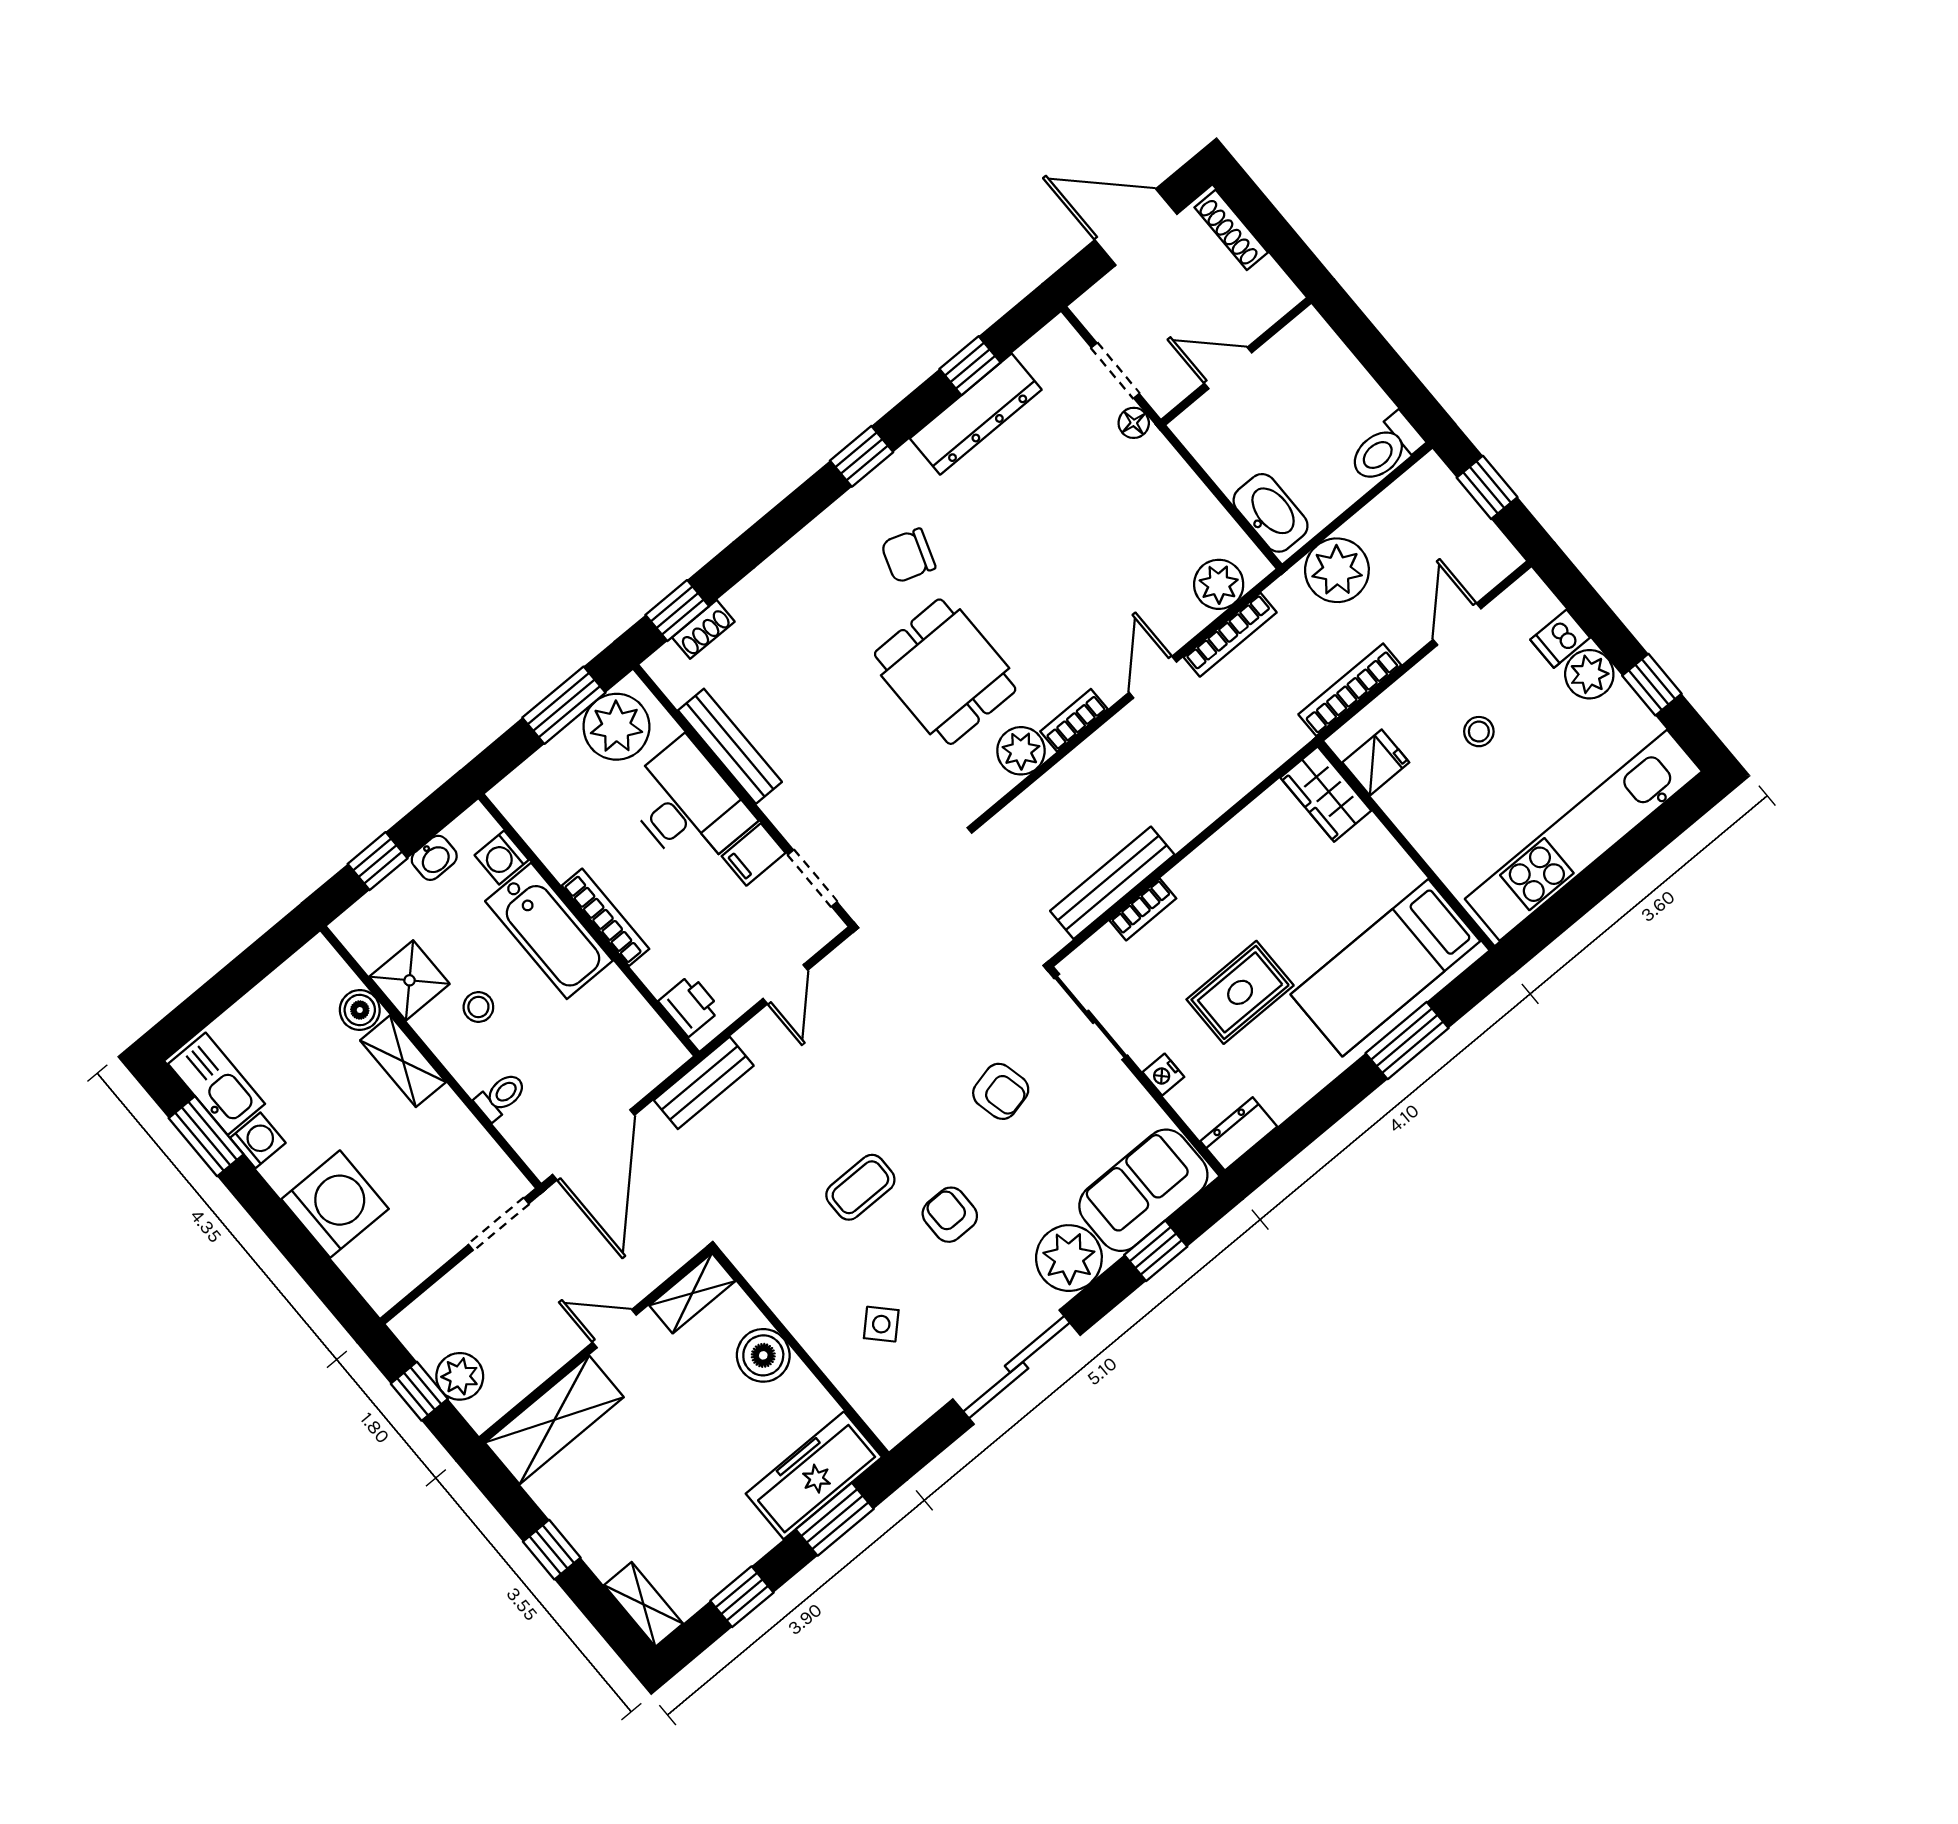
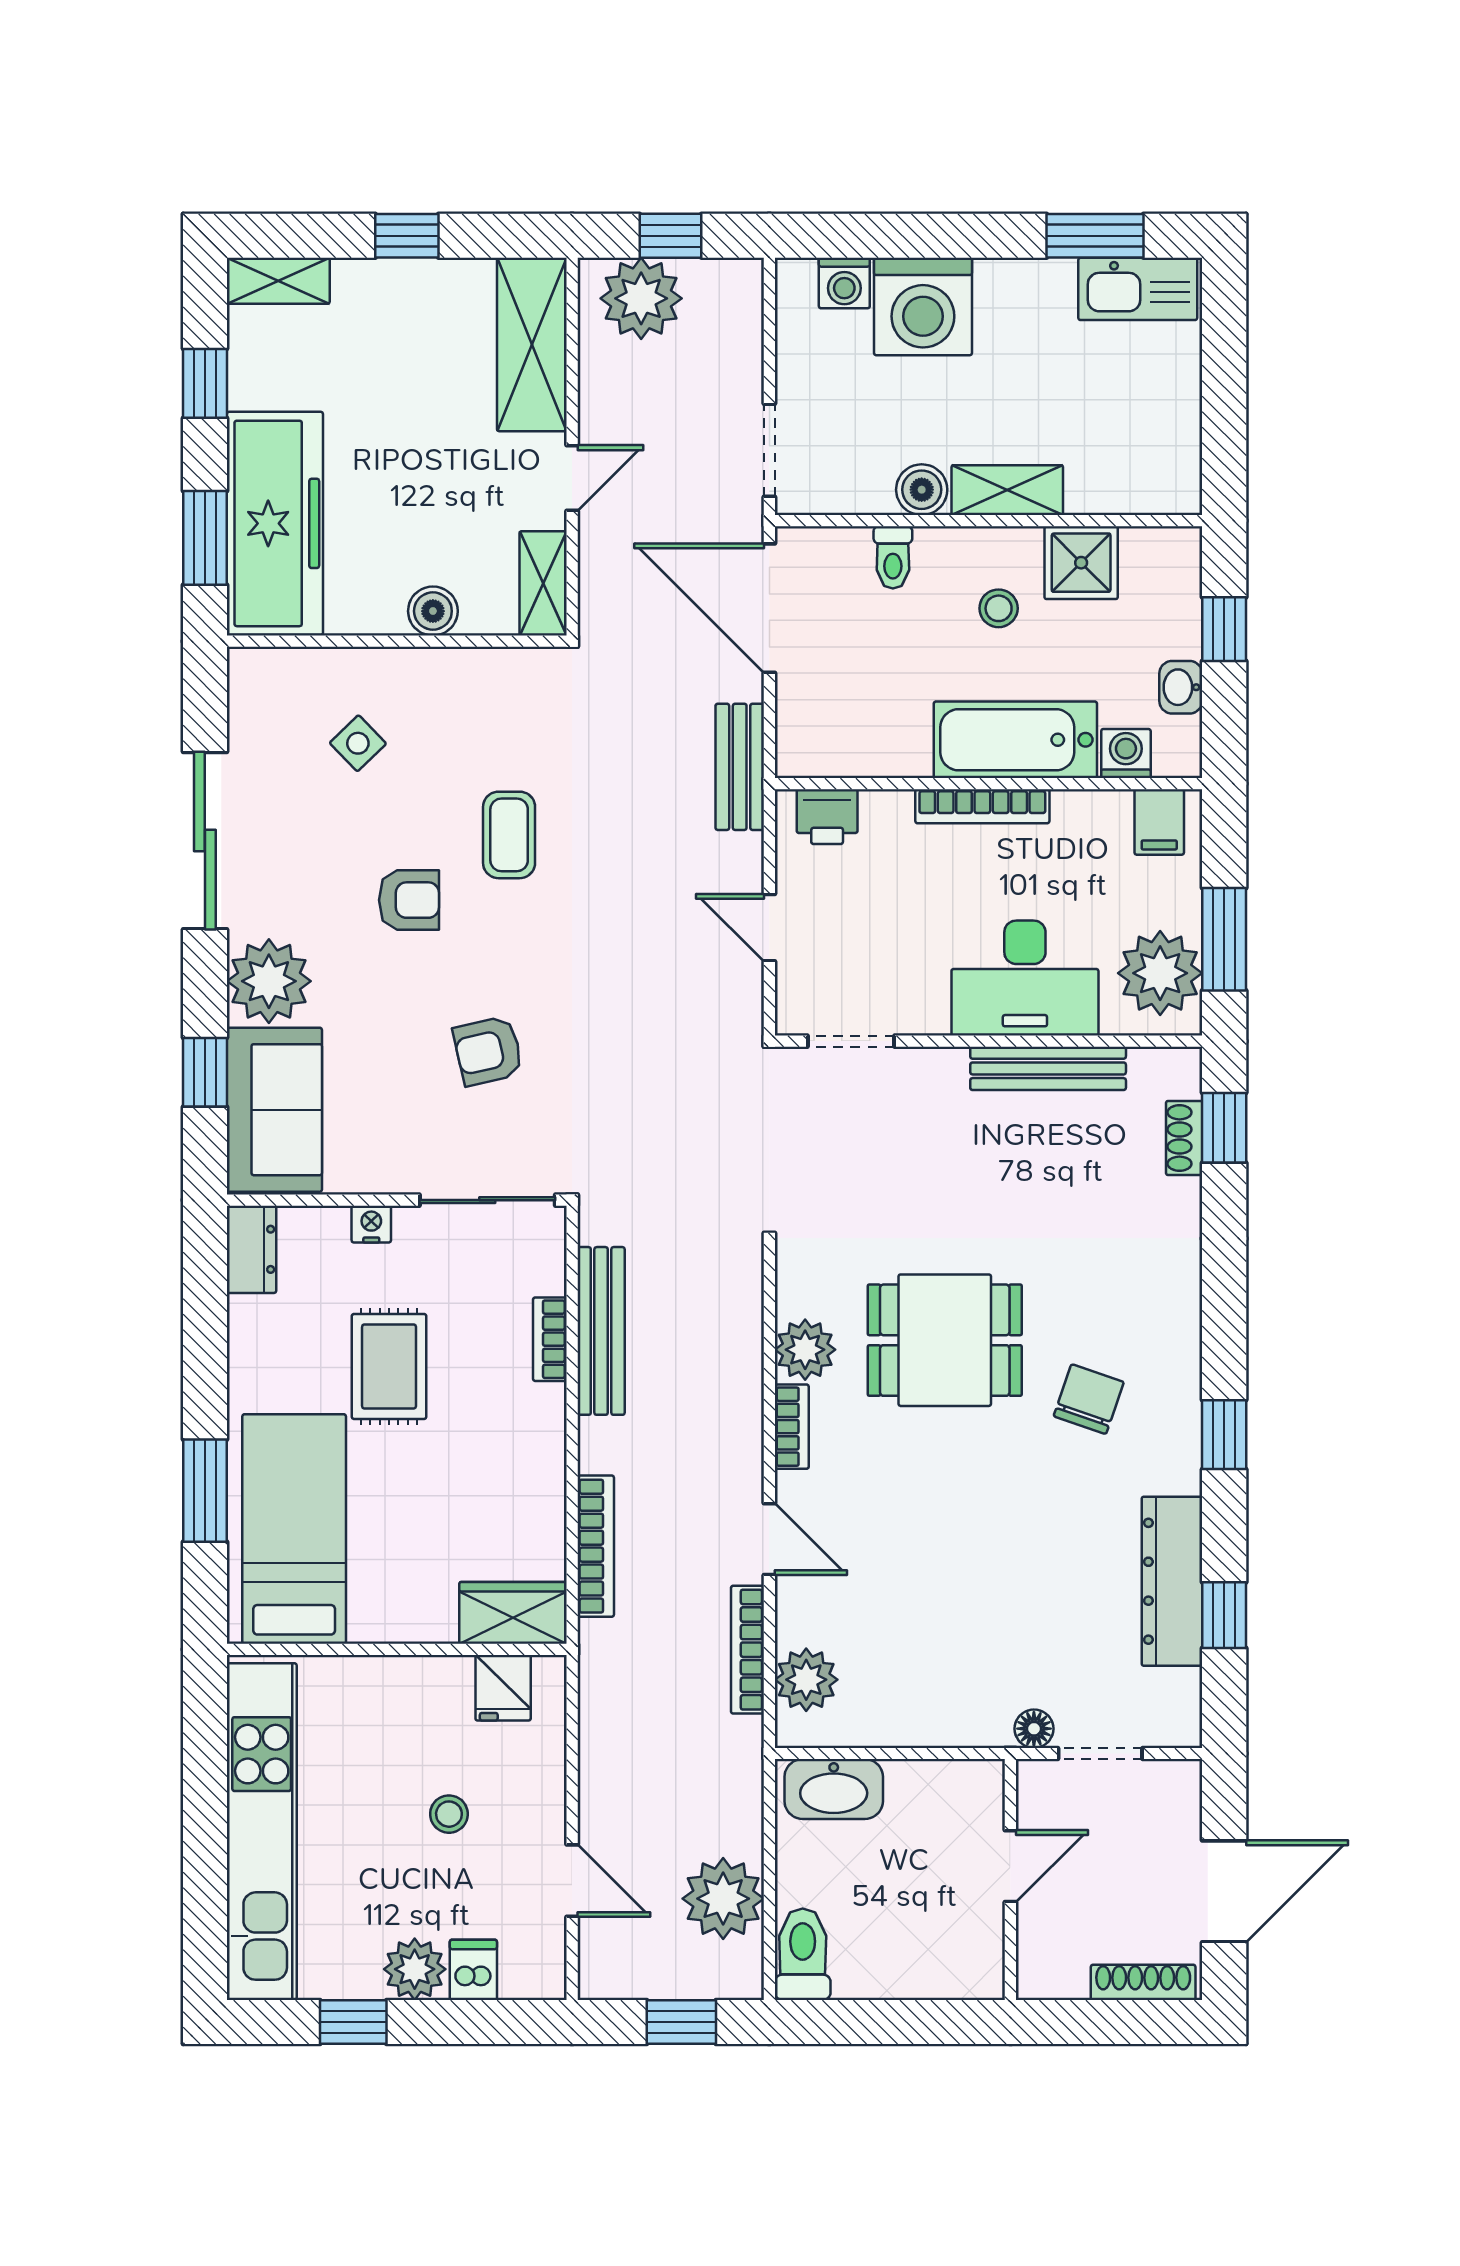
plant: (1337, 570) -> (723, 1899), moved
bookcase: (1350, 690) -> (596, 1546), moved
filing cabinet: (754, 855) -> (1159, 822), moved, turned 180
boiler: (360, 1010) -> (922, 490), moved
washing machine: (258, 1140) -> (844, 283), moved
boiler: (763, 1355) -> (433, 611), width x0.73, depth x0.73
plant: (460, 1376) -> (641, 298), width x1.36, depth x1.36
freezer: (814, 1475) -> (275, 523), width x1.36, depth x1.26

